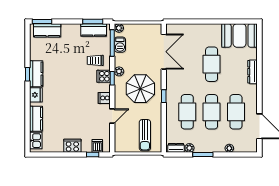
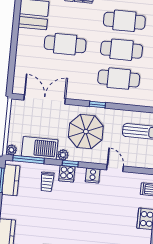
barbecue: (120, 45) -> (40, 148), width x1.88, depth x1.53

